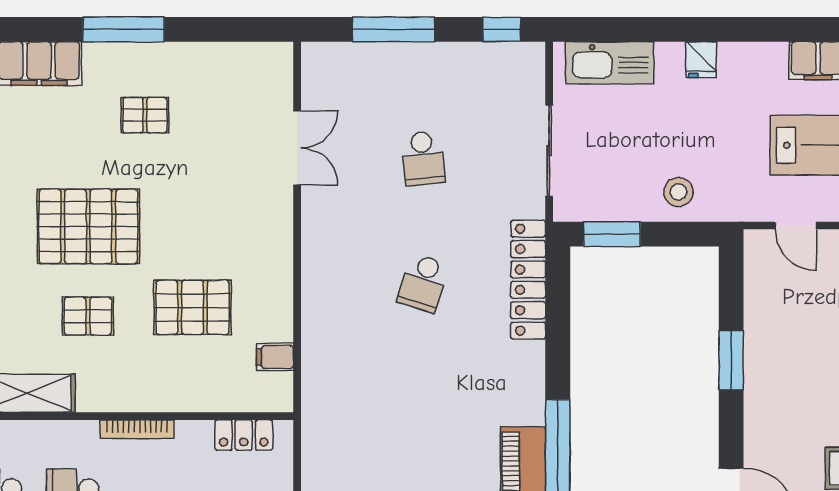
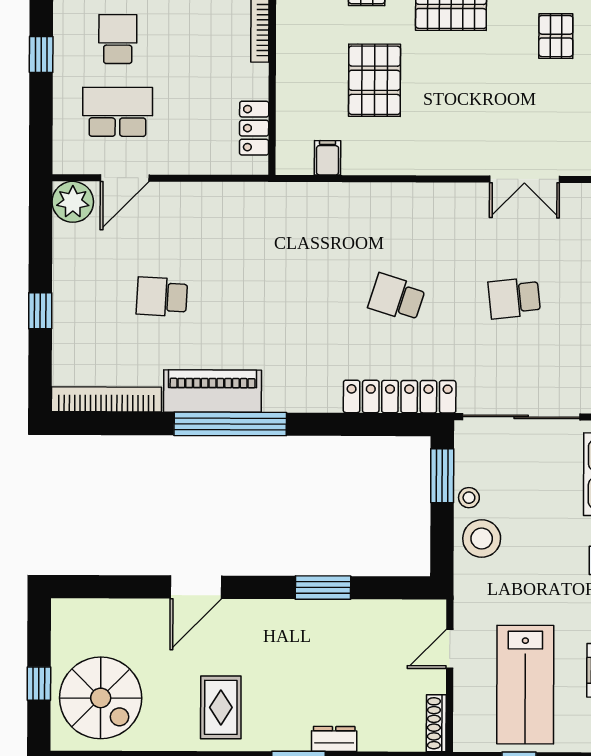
sliding door: (549, 151) -> (521, 417), width x1.36
stool: (678, 192) -> (482, 539), width x1.38, depth x1.38
stool: (635, 206) -> (469, 498), added

